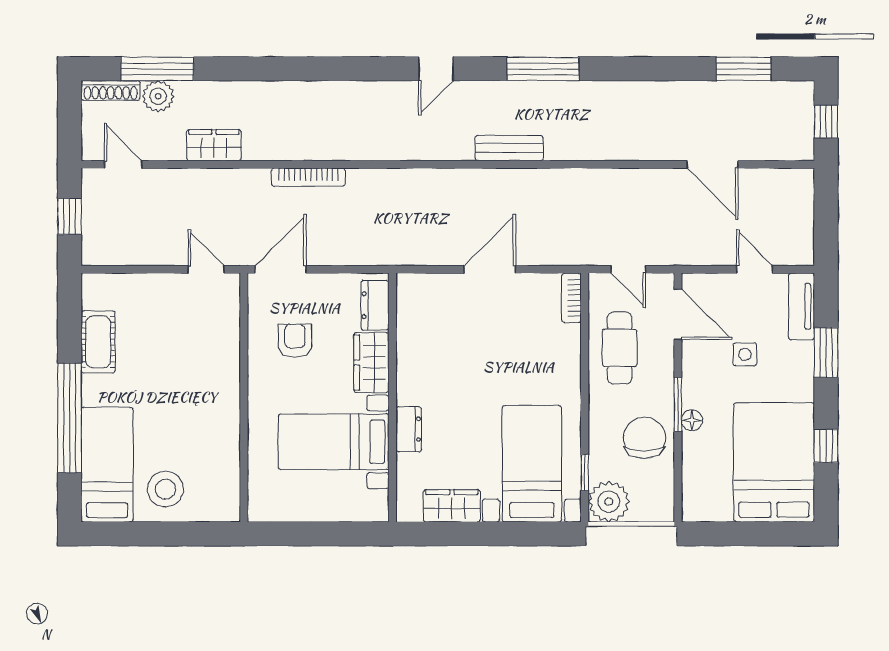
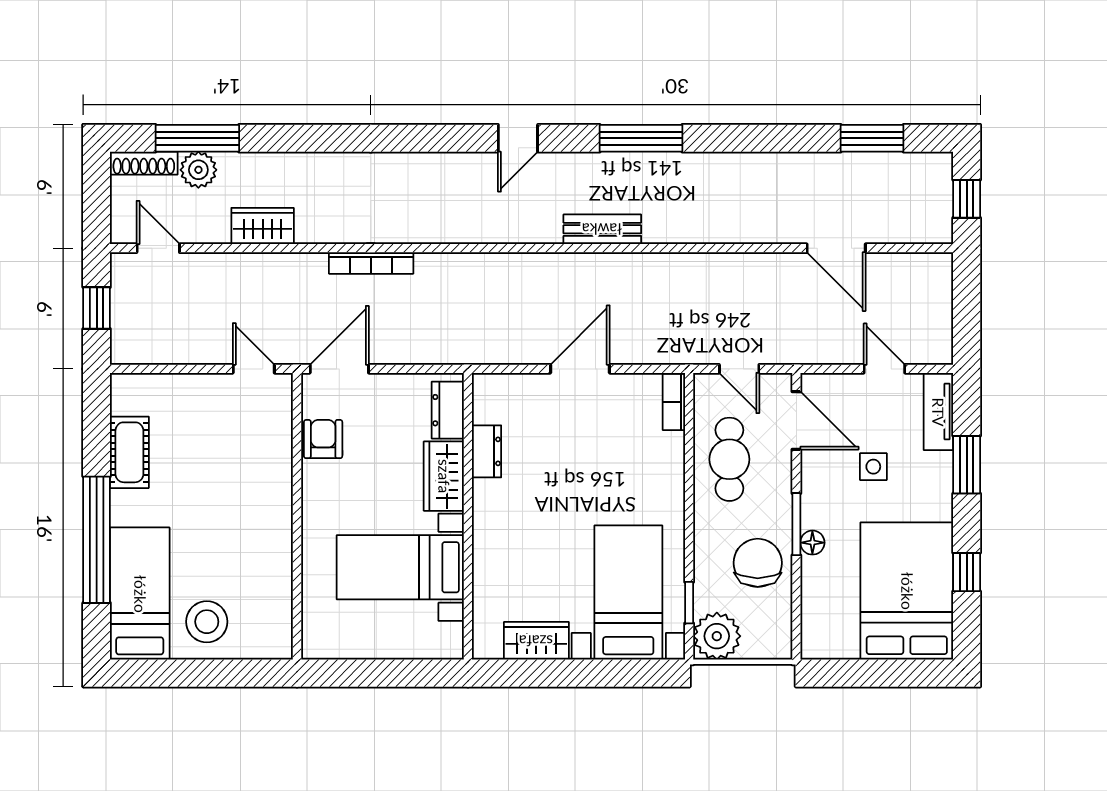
armchair: (295, 341) -> (323, 439), moved
dresser: (409, 429) -> (487, 451), moved

